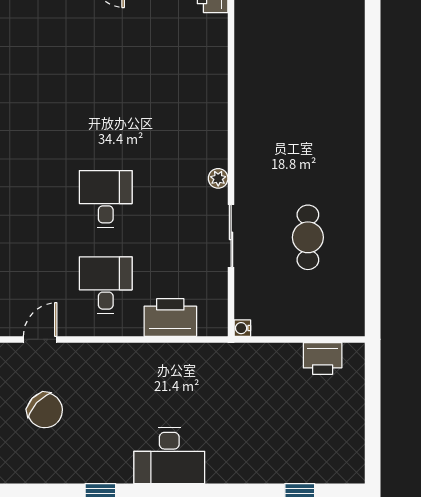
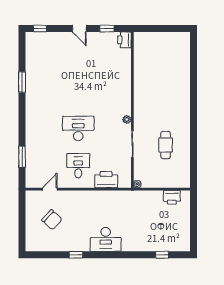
desk: (106, 199) -> (78, 128), width x1.37

